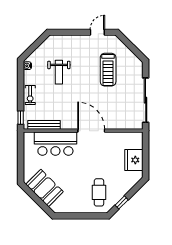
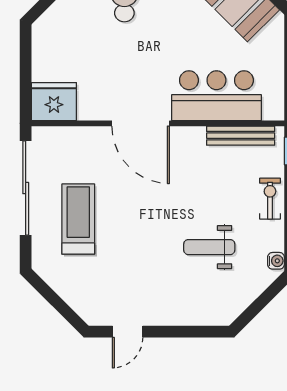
treadmill: (108, 70) -> (78, 219), moved
weight bench: (59, 72) -> (209, 247), turned -90
fridge: (134, 160) -> (54, 102), moved, turned -90

